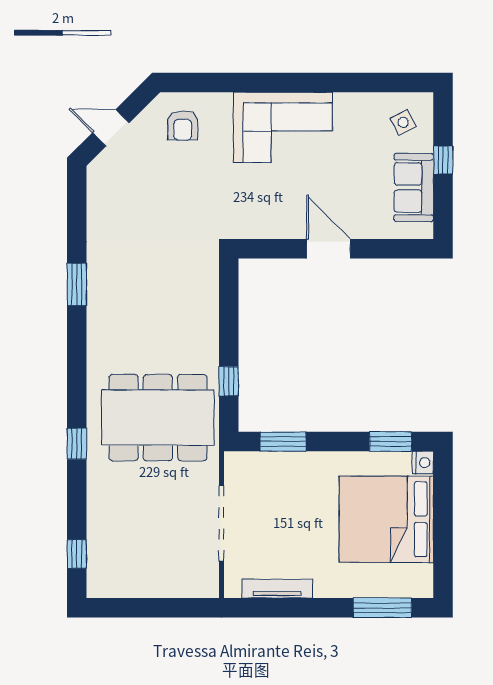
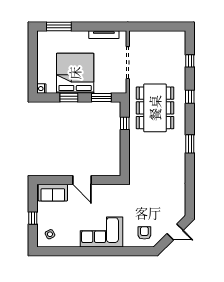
sofa: (414, 188) -> (53, 193), moved, turned 90
window: (77, 284) -> (190, 144), moved
dining table: (158, 418) -> (155, 108), turned 90
window: (390, 442) -> (69, 98), moved
bed: (386, 519) -> (75, 73), moved, turned -90
window: (77, 554) -> (190, 61), moved

